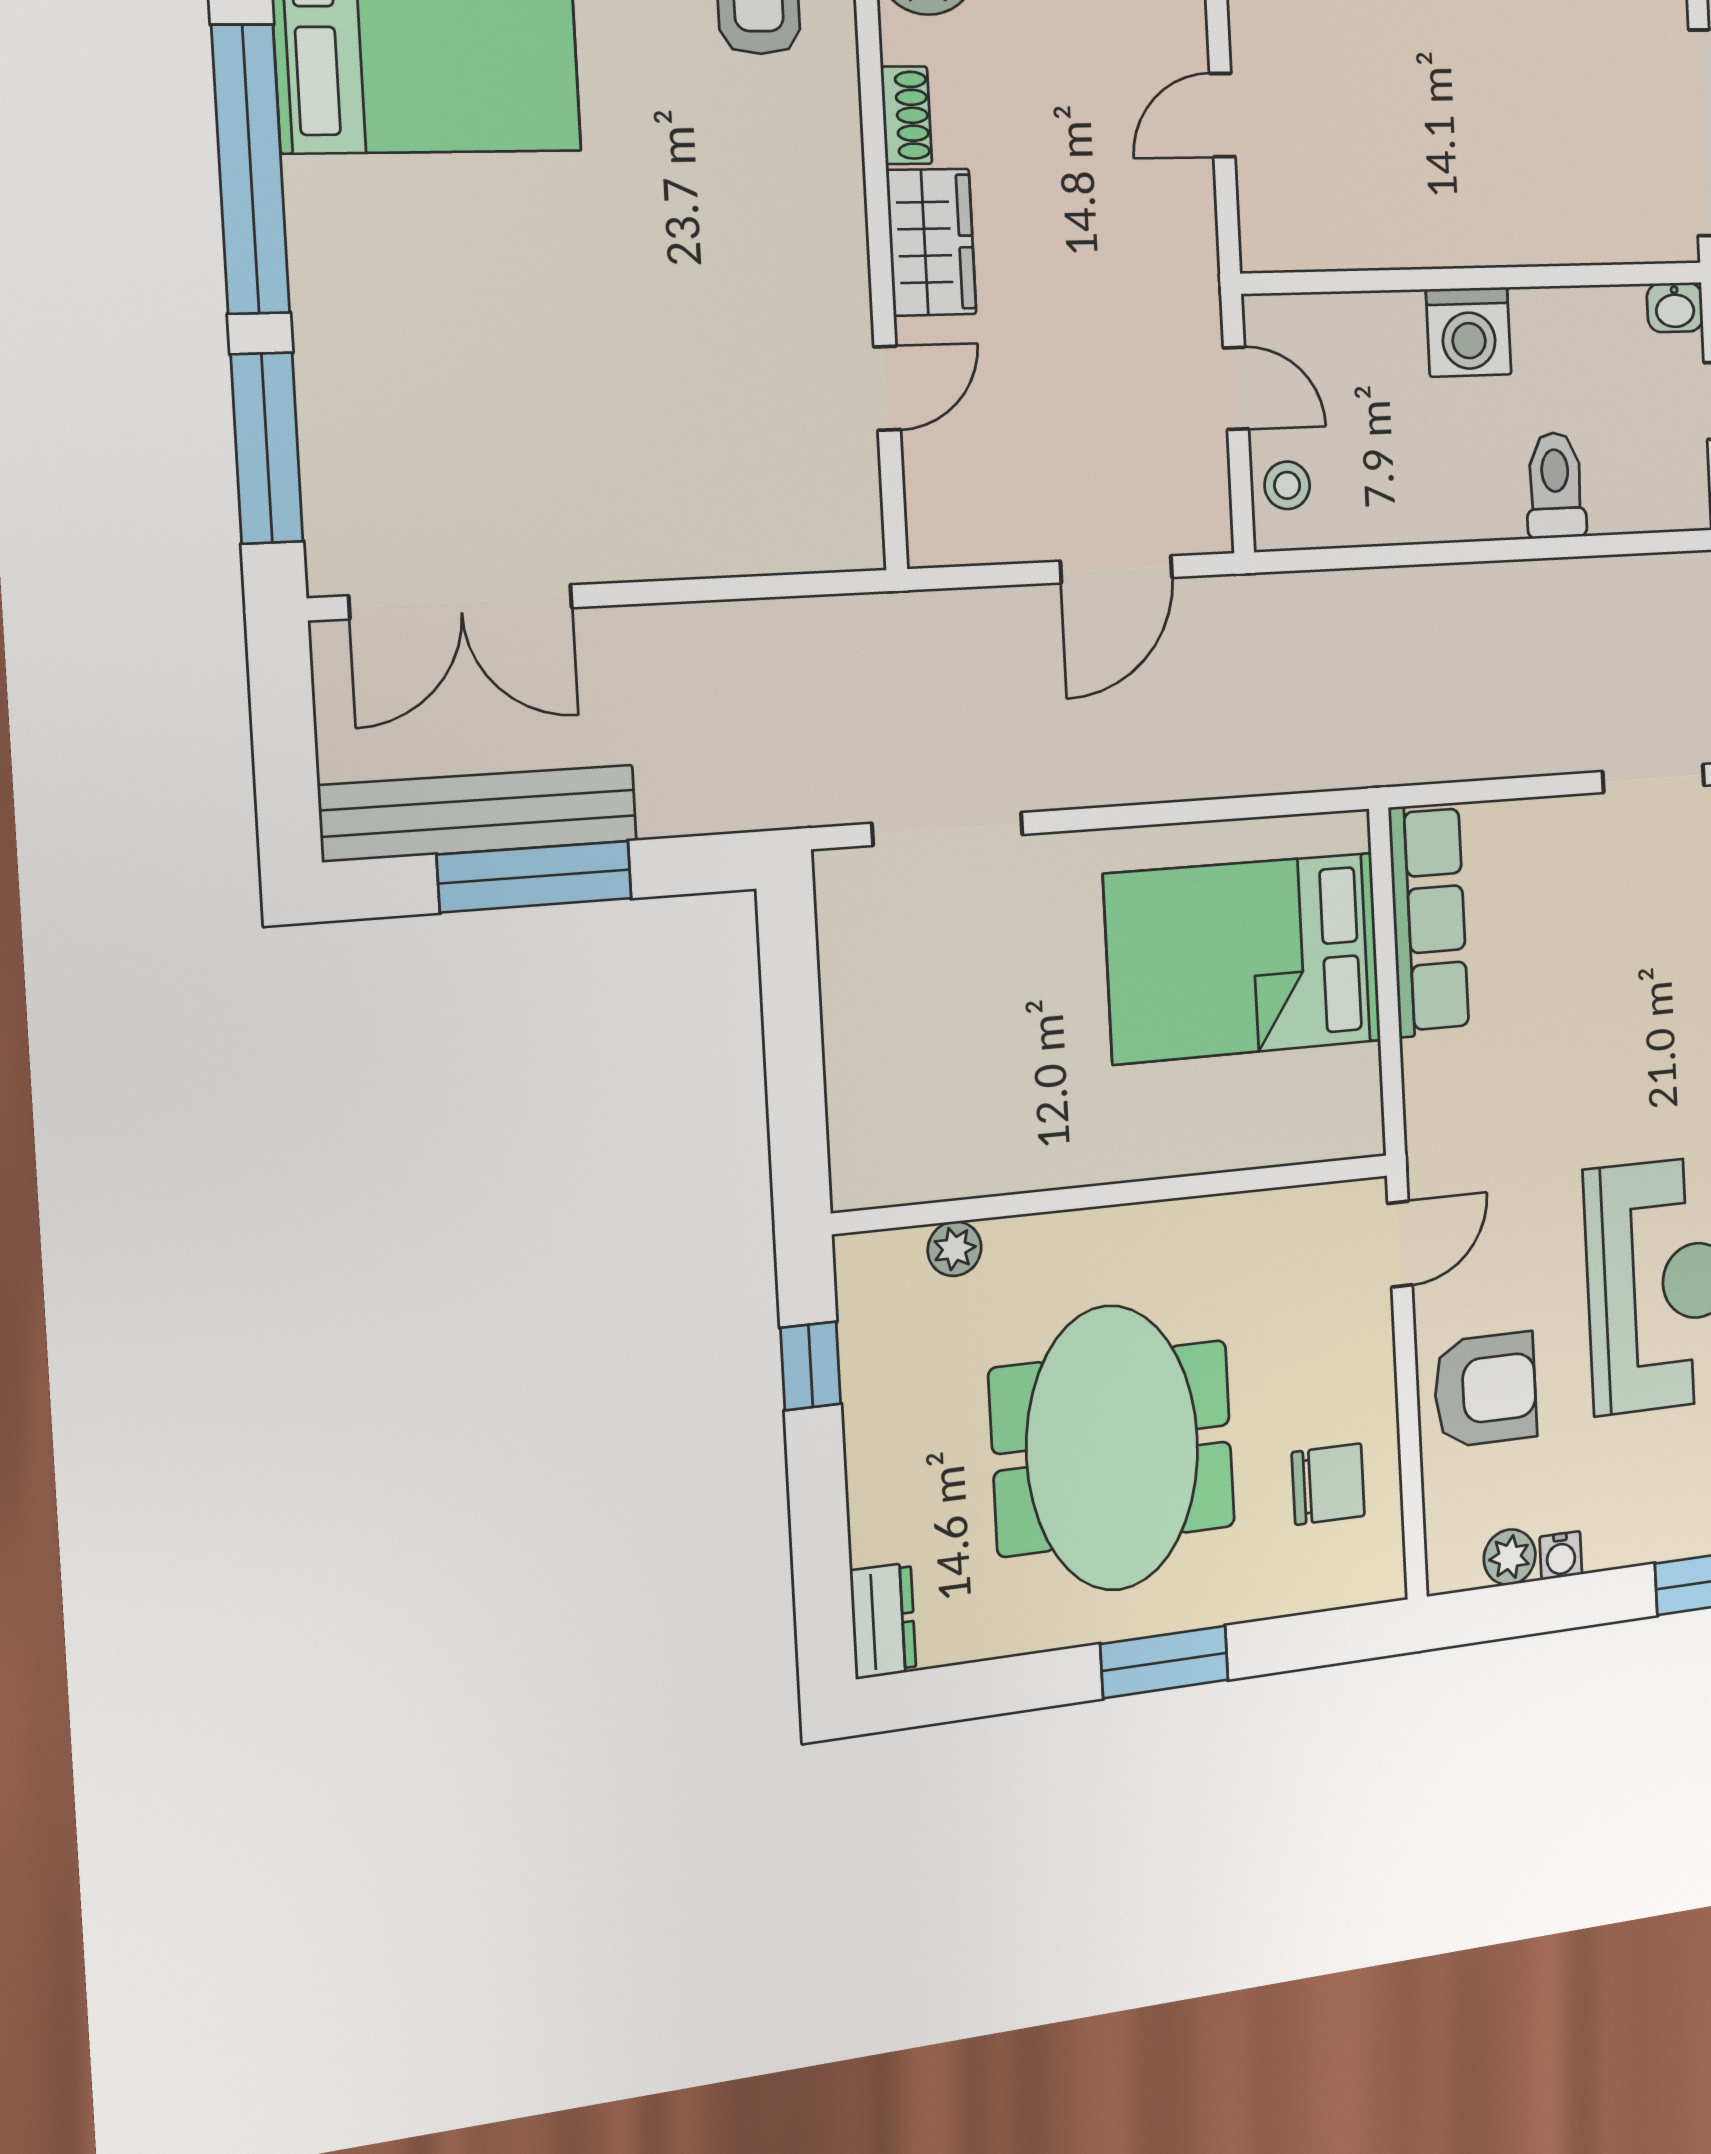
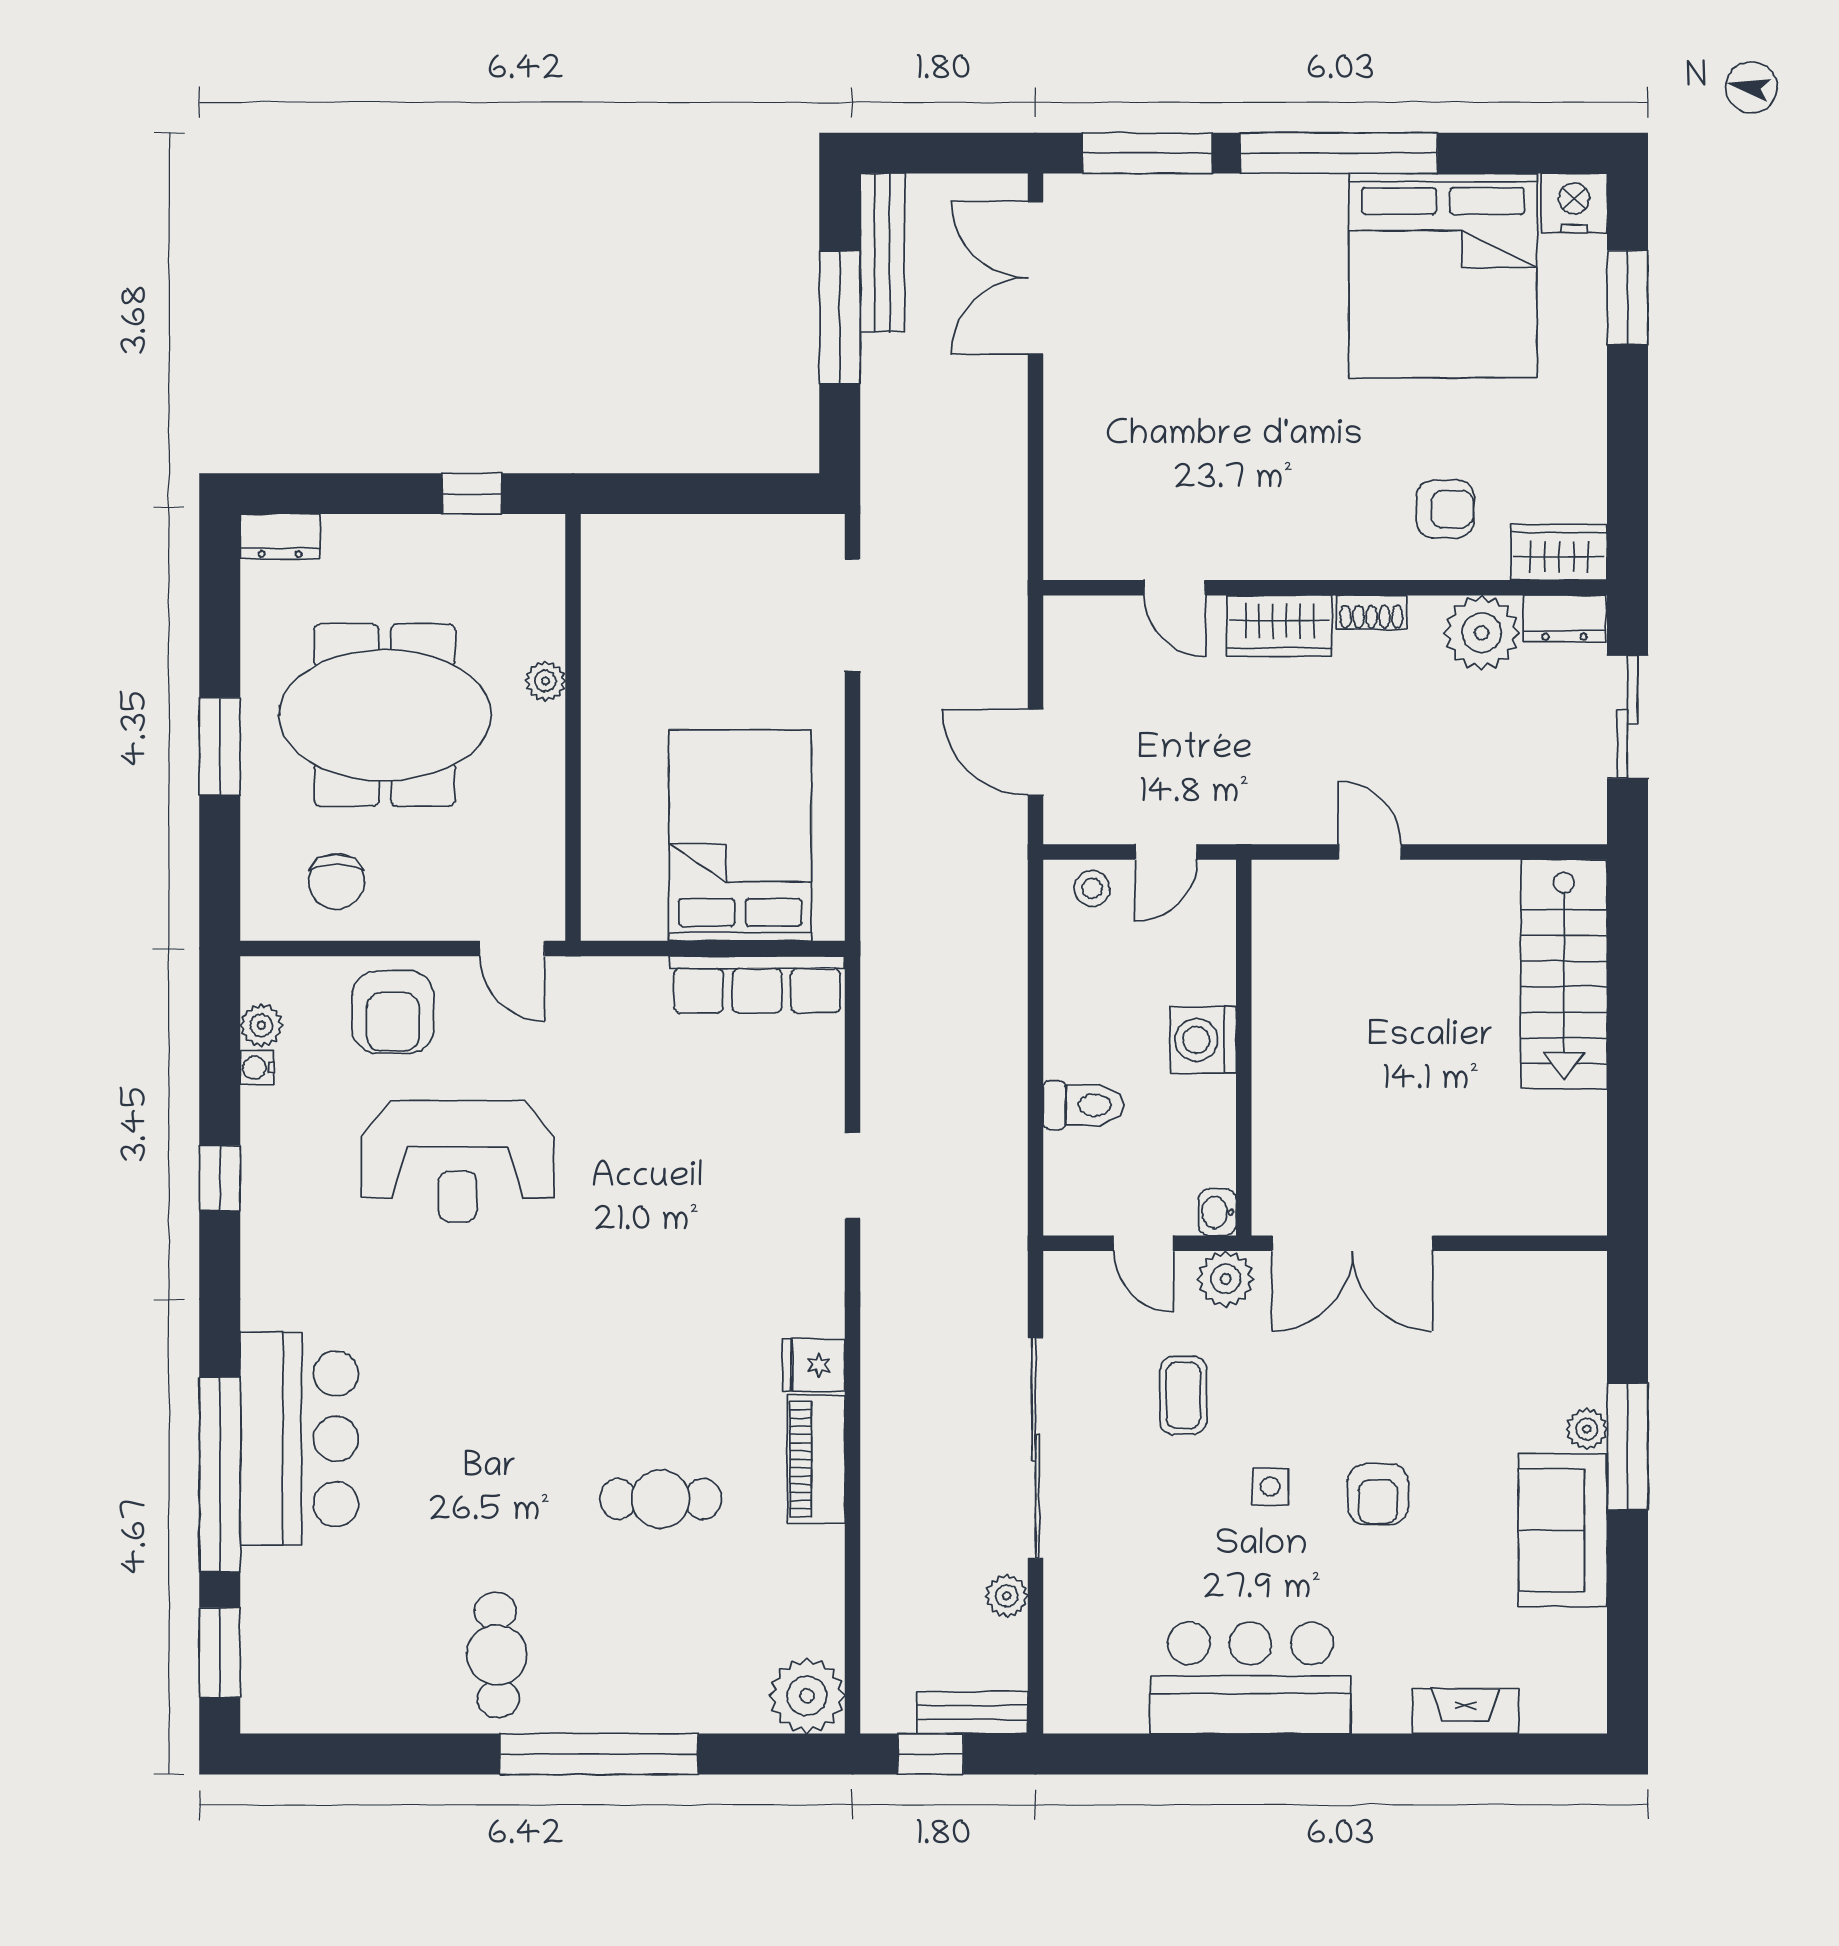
bench: (479, 813) -> (882, 253), width x0.73, depth x0.82
plant: (954, 1249) -> (545, 681), moved

